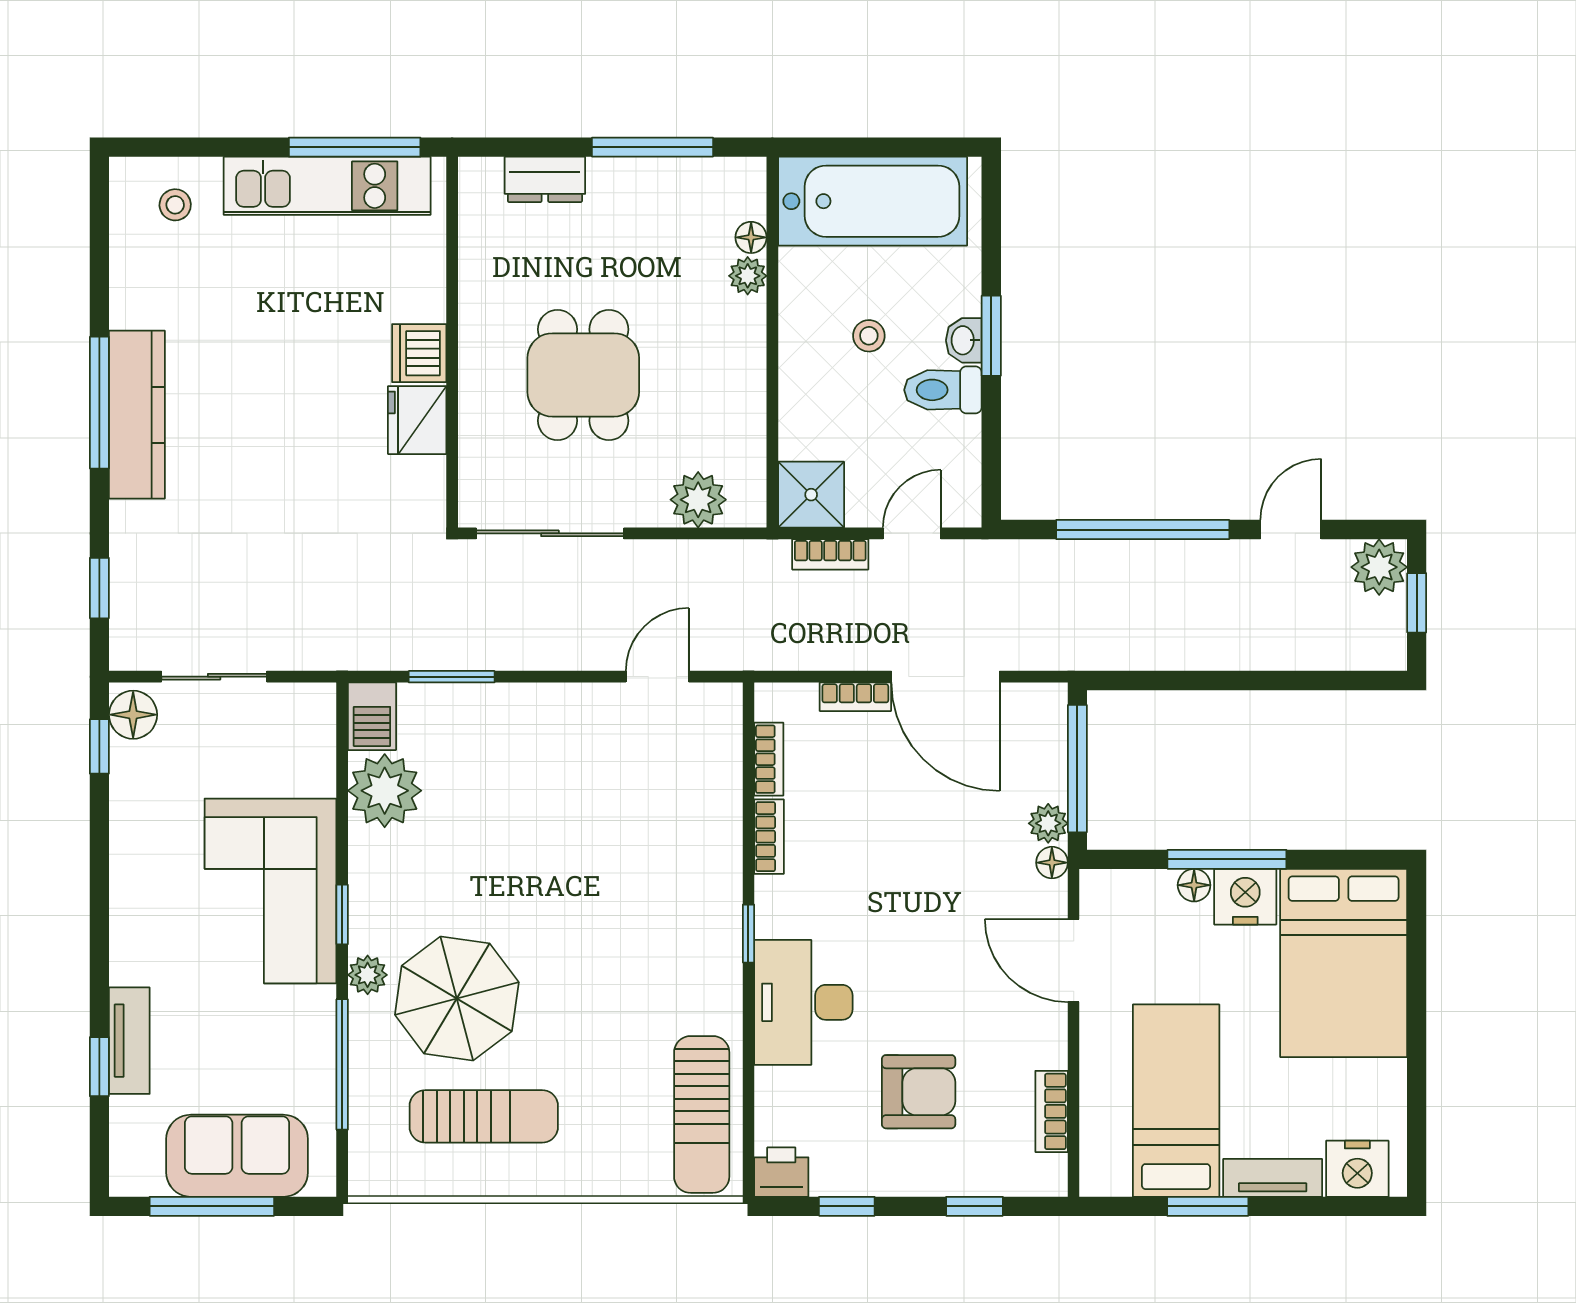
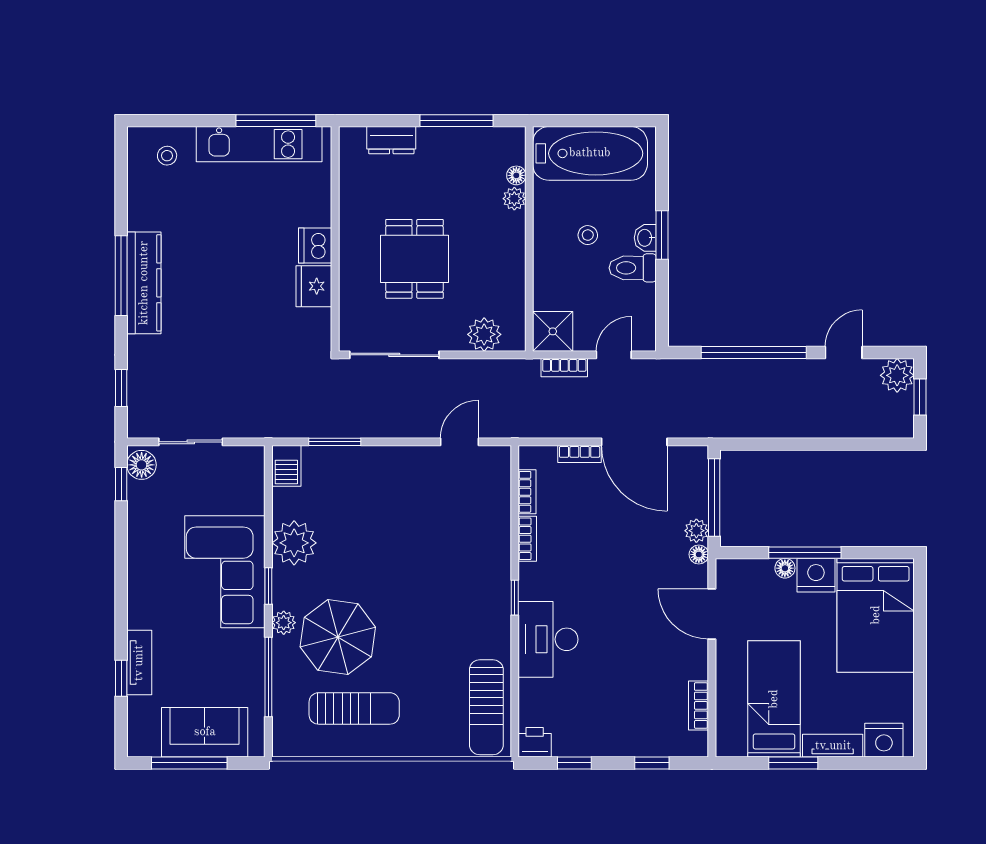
plant: (385, 791) -> (294, 543), moved
armchair: (919, 1092) -> (618, 693), removed

